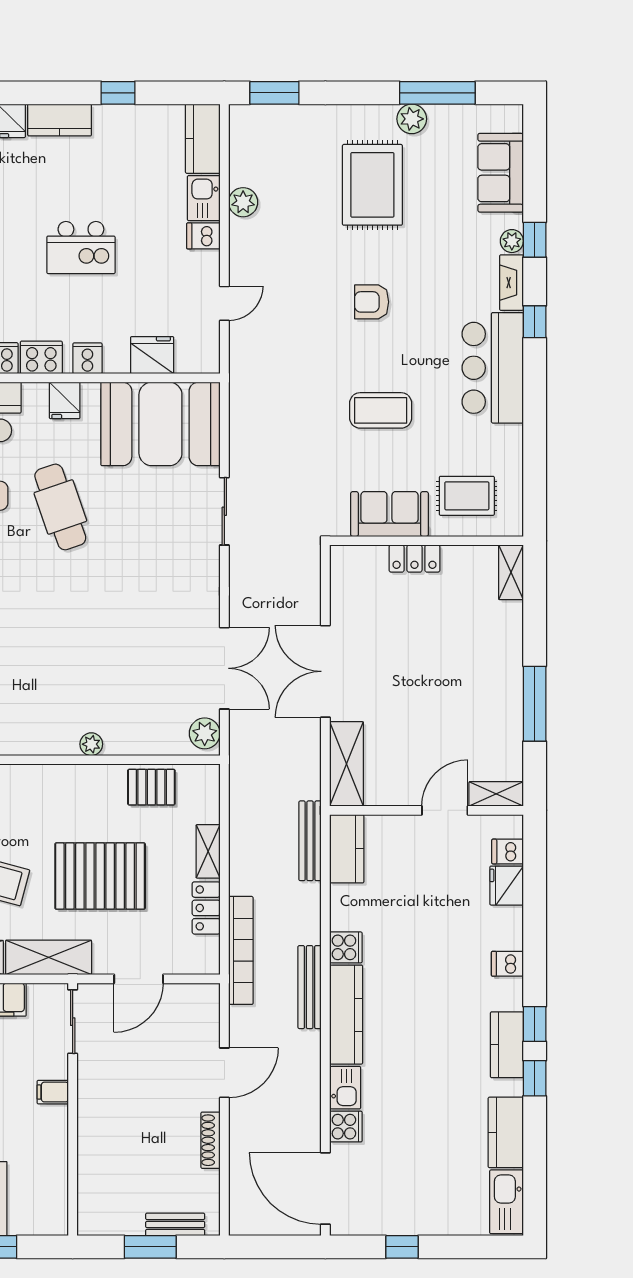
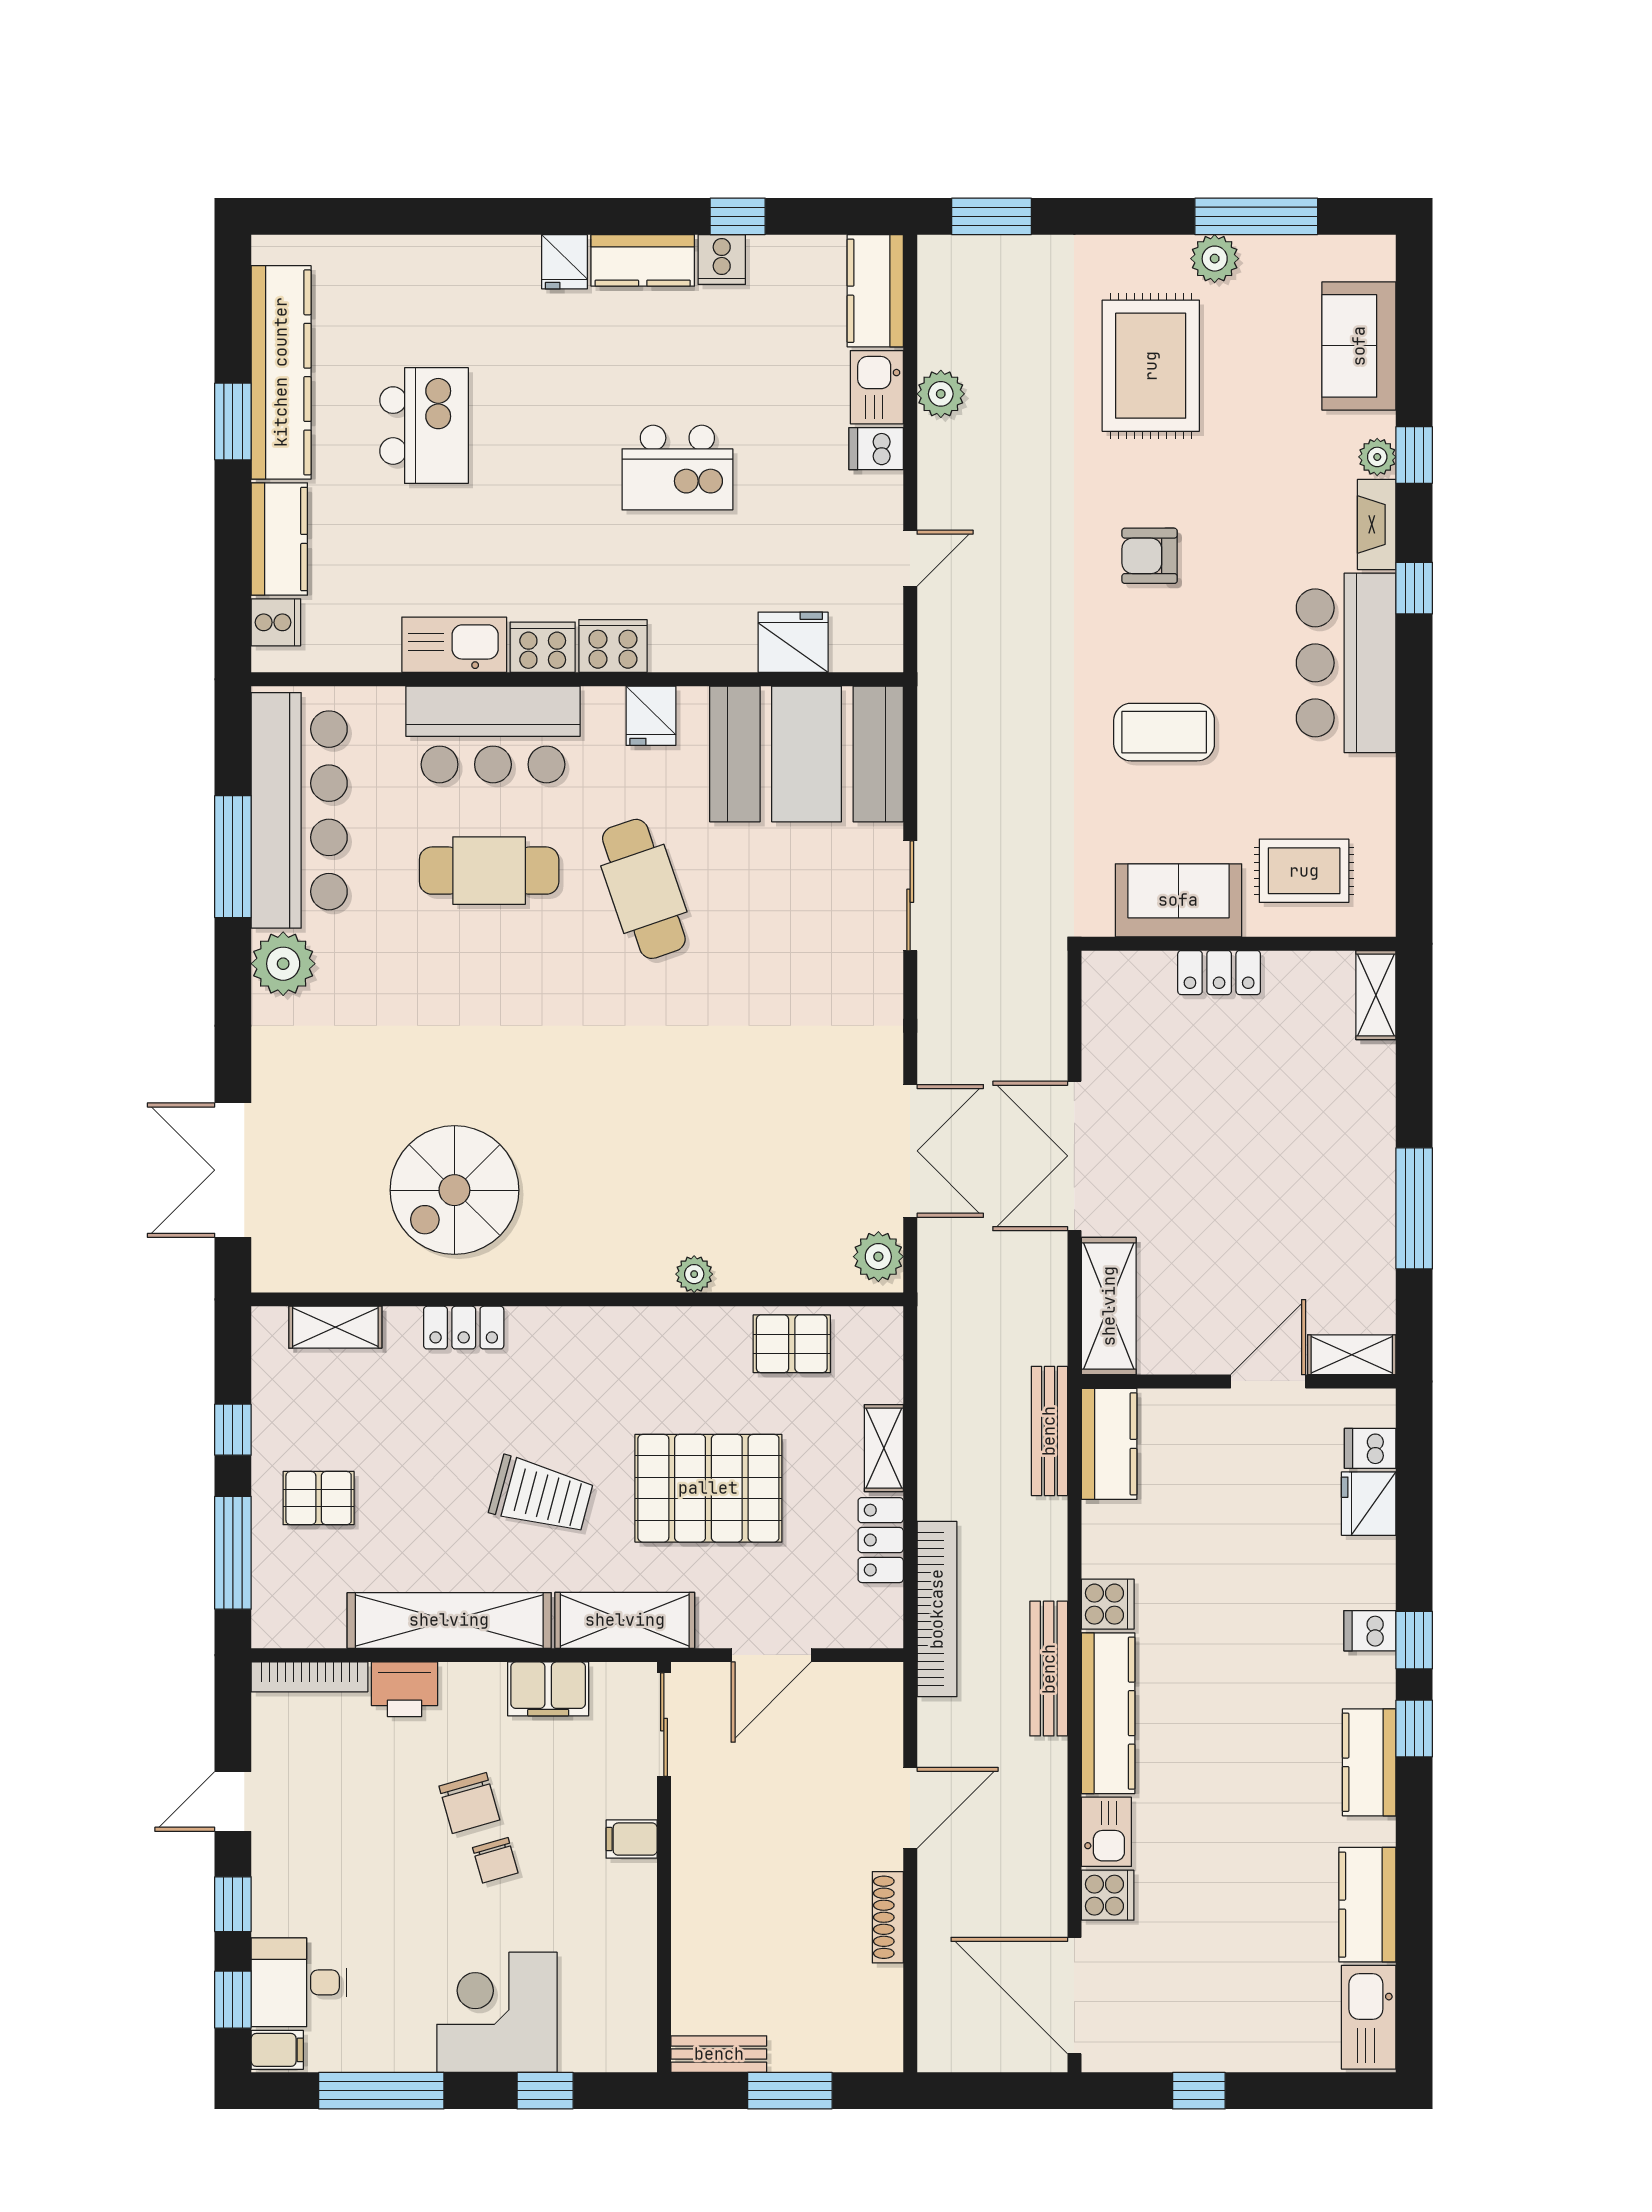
cooker: (87, 358) -> (722, 259), moved, turned 180
window: (535, 1078) -> (1414, 1640), moved
bench: (175, 1224) -> (719, 2054), moved

